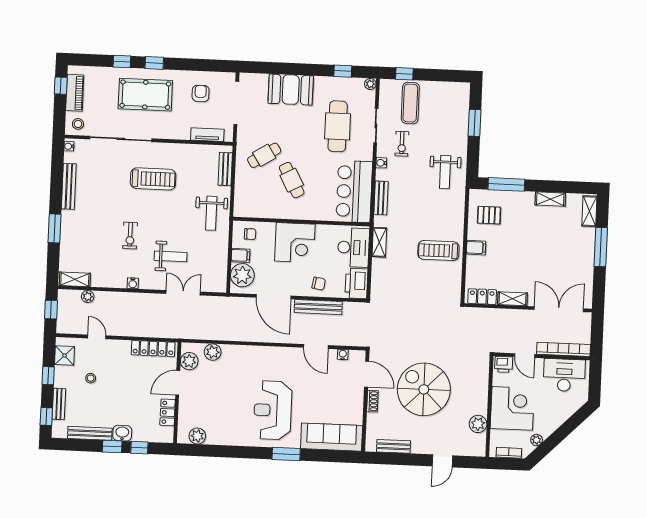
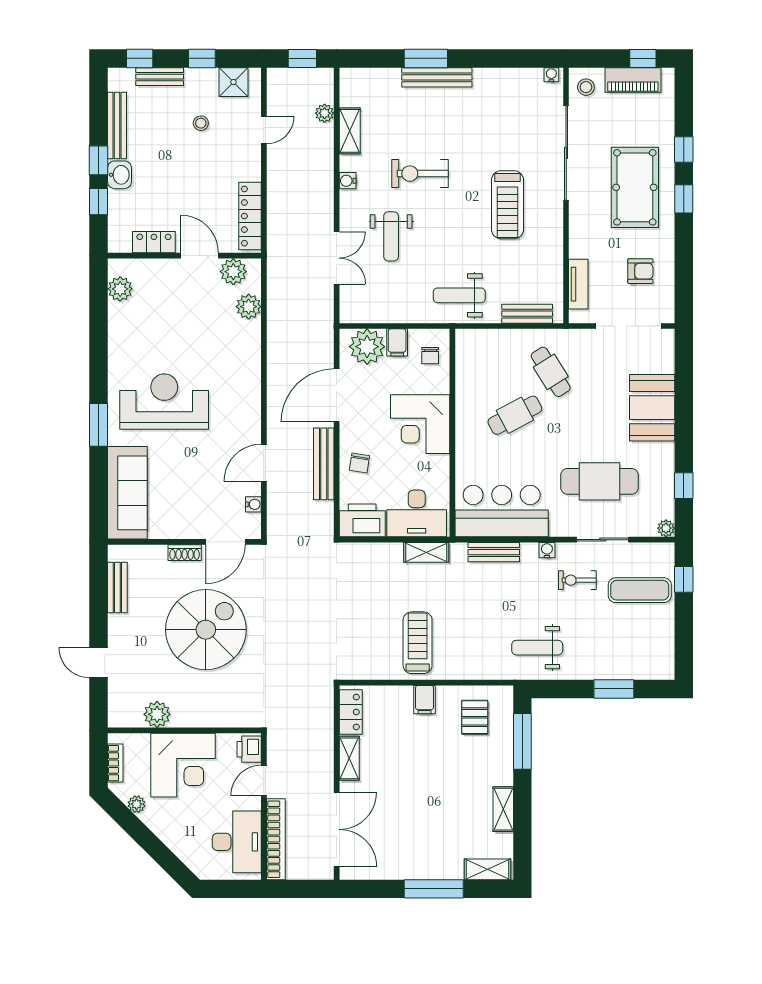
bench: (69, 186) -> (437, 77), moved
exercise bike: (130, 236) -> (420, 174), width x1.38, depth x1.39
shelving: (75, 279) -> (350, 131), moved

